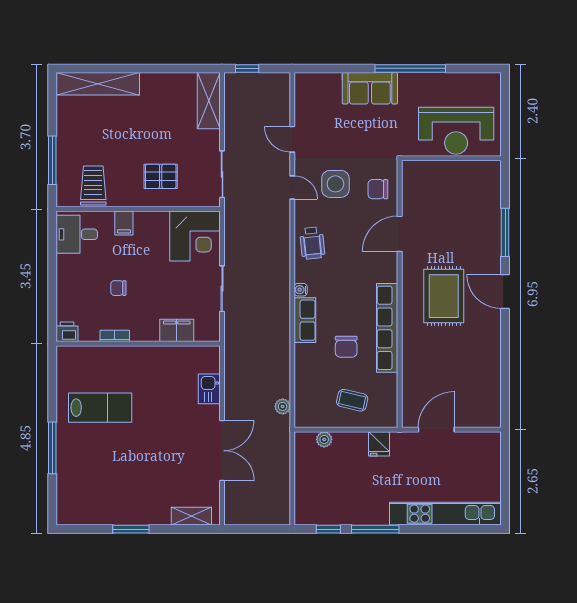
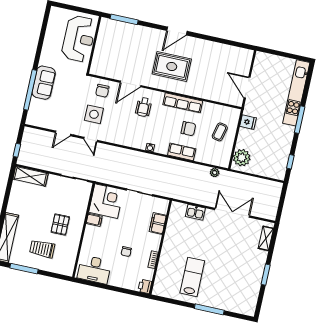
window: (410, 68) -> (30, 90), moved
window: (52, 160) -> (24, 269), moved
pallet: (161, 176) -> (60, 225), moved
trolley: (93, 185) -> (42, 249), moved
door: (292, 187) -> (91, 139), swing flipped
filing cabinet: (124, 223) -> (94, 220), moved
window: (505, 232) -> (124, 19), moved
desk: (77, 234) -> (94, 269), width x1.37
door: (400, 234) -> (131, 84), hinge flipped
wheelchair: (312, 243) -> (144, 107), moved, turned 96
row of seats: (305, 320) -> (182, 152), moved
row of seats: (387, 328) -> (183, 103), width x0.73
plant: (324, 439) -> (242, 158), width x1.88, depth x1.88
window: (375, 529) -> (300, 120), moved

